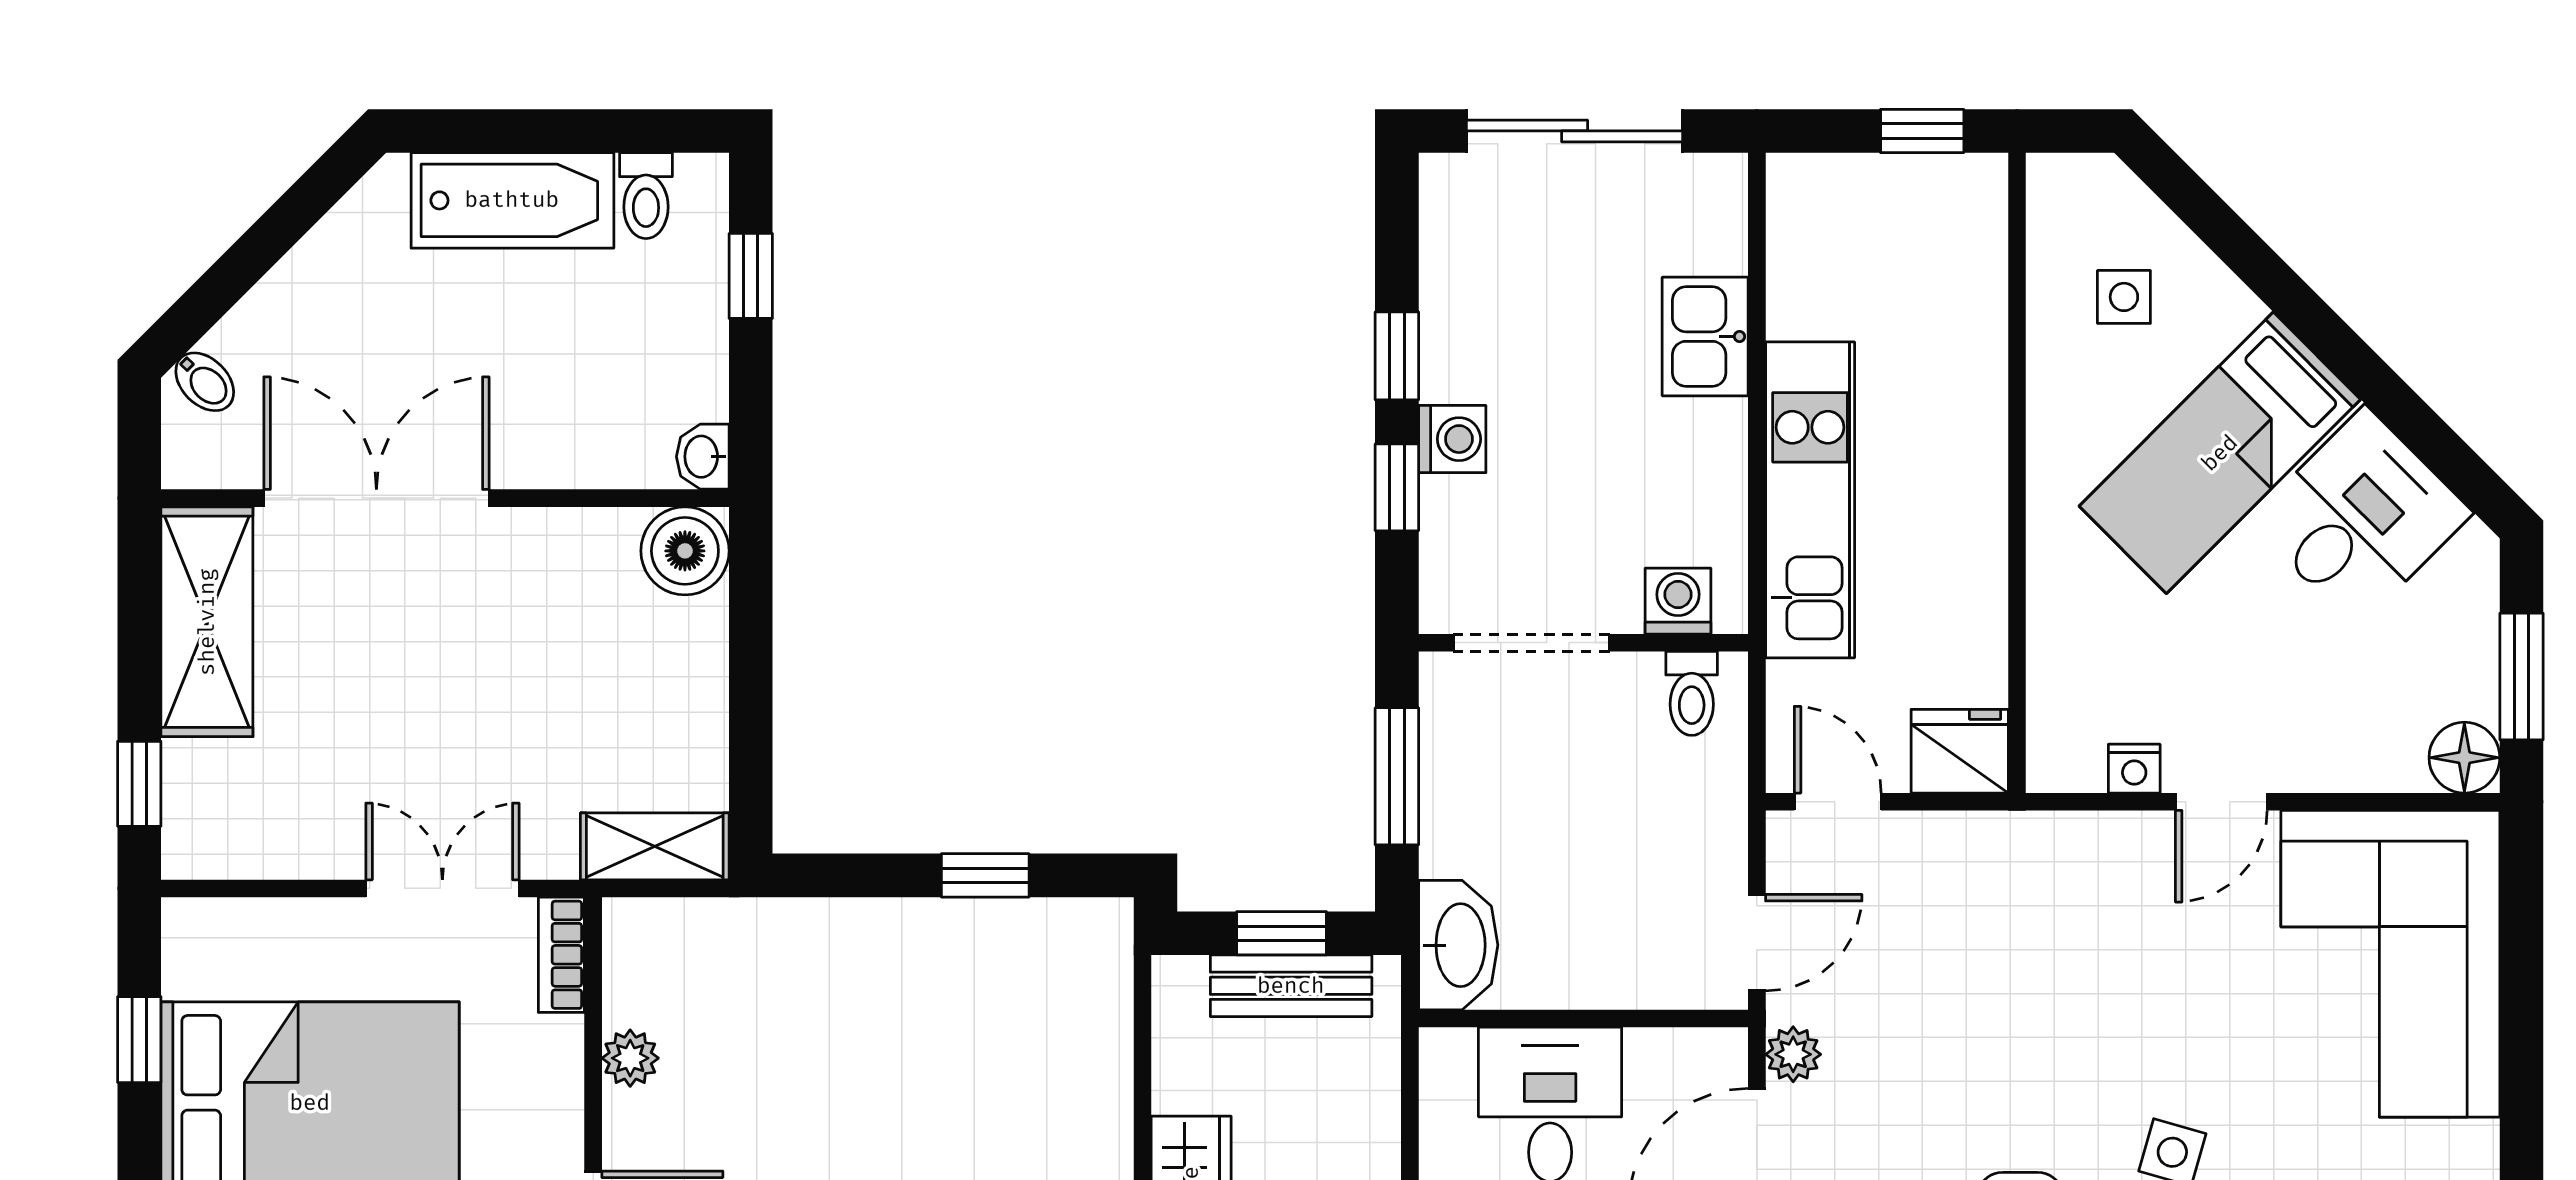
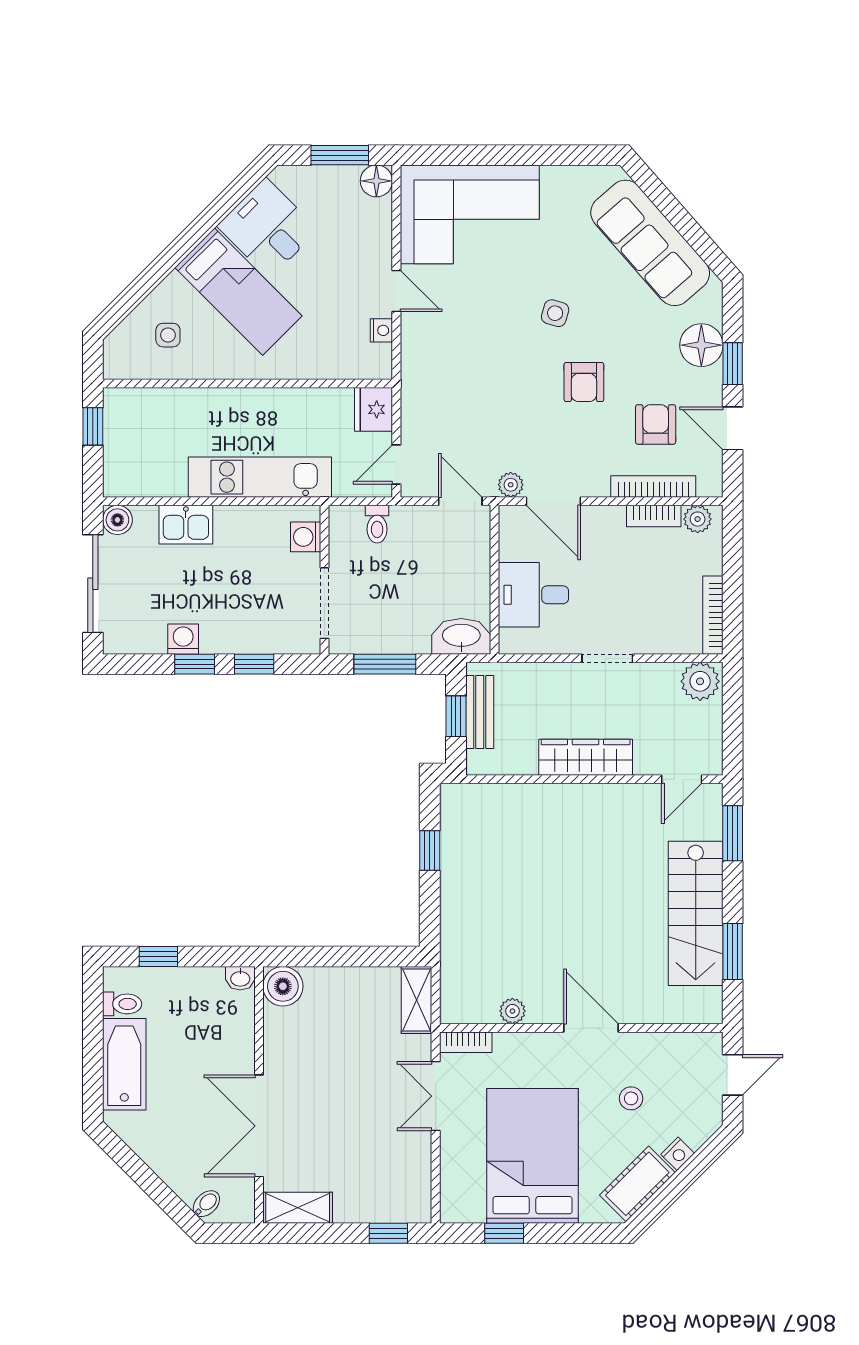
boiler: (1716, 185) -> (117, 520), added
washing machine: (1452, 439) -> (183, 639), moved
shelving: (207, 622) -> (298, 1208), width x0.67, depth x0.75
toilet: (1692, 693) -> (377, 524), moved, turned 90

